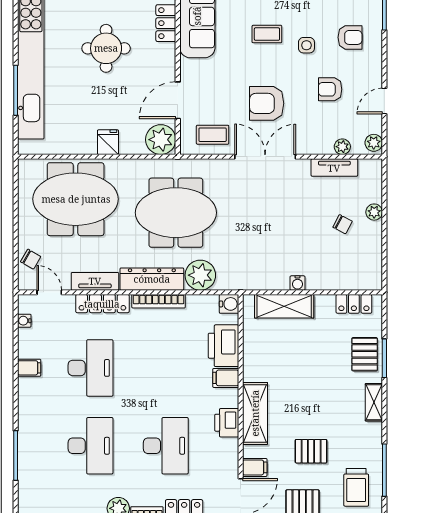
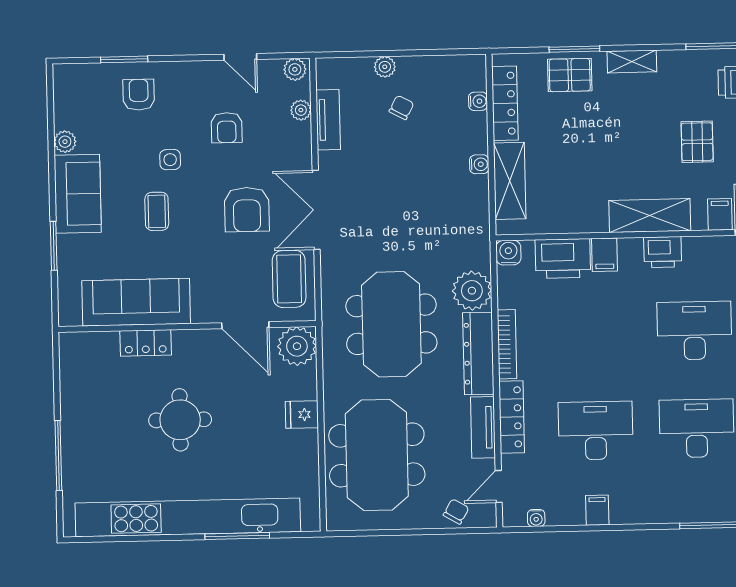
armchair: (350, 37) -> (139, 95), moved
coffee table: (213, 135) -> (289, 279), width x1.36, depth x1.30
water cooler: (346, 283) -> (478, 101), added
locker: (354, 304) -> (505, 103), width x1.53

